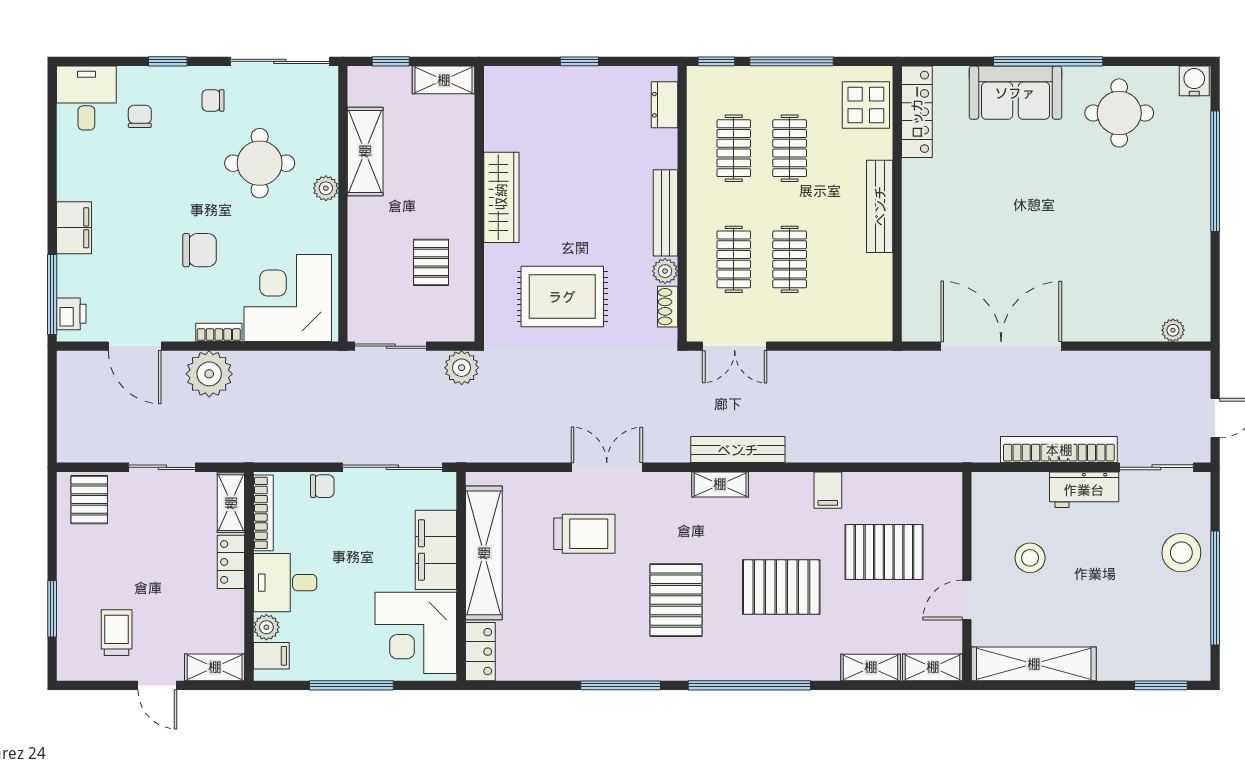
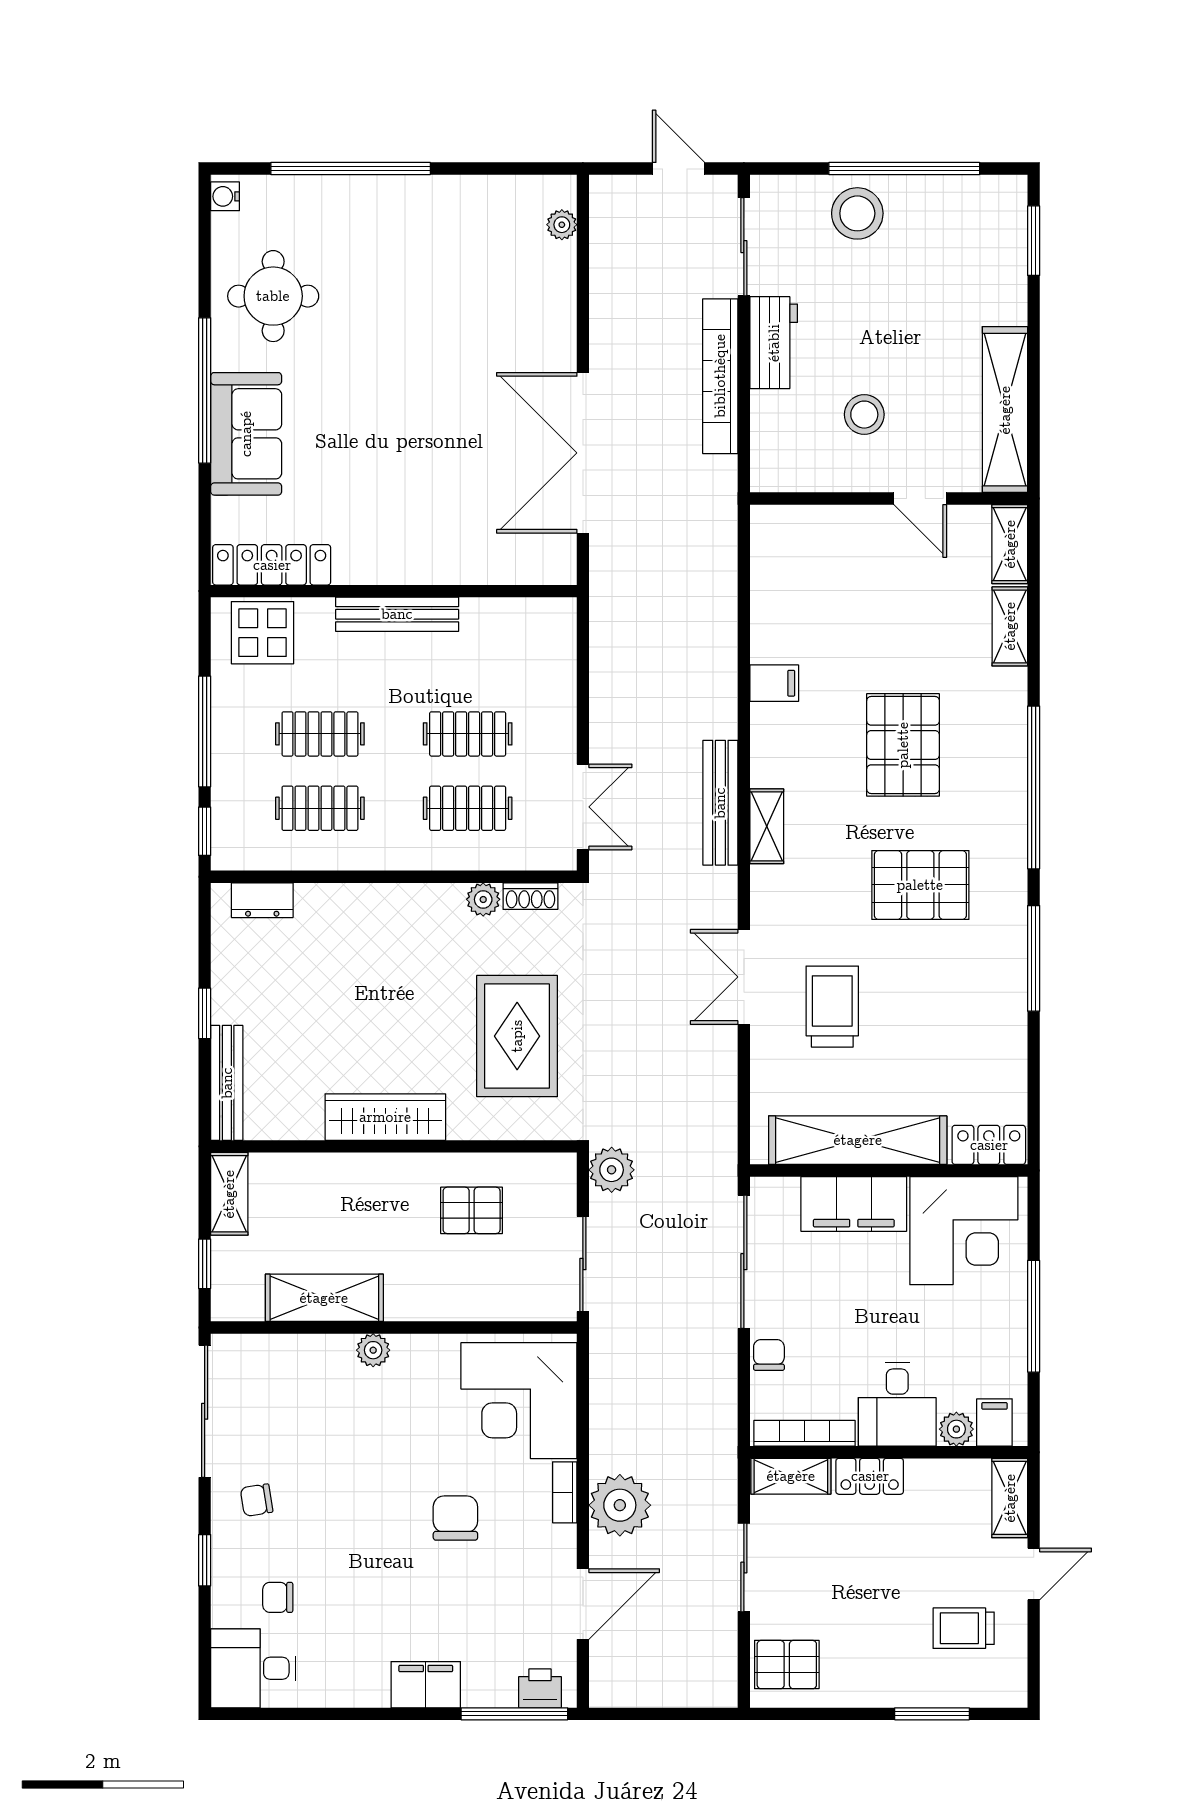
water cooler: (1194, 81) -> (225, 196), width x0.72, depth x0.72
chair: (213, 100) -> (257, 1500), turned 81
round table: (260, 163) -> (340, 1438), removed
bench: (665, 213) -> (227, 1083), moved, turned 90
pallet: (884, 552) -> (856, 609), removed

